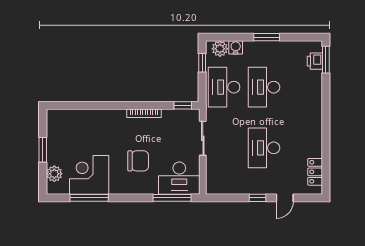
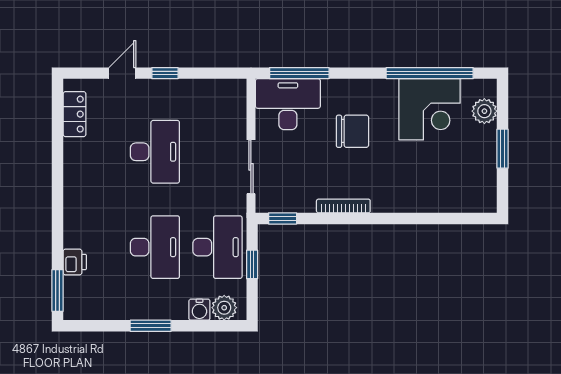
printer: (315, 61) -> (75, 262), moved
window: (202, 63) -> (252, 264), moved
chair: (138, 161) -> (353, 131), turned 180
window: (89, 198) -> (430, 73), width x1.46

